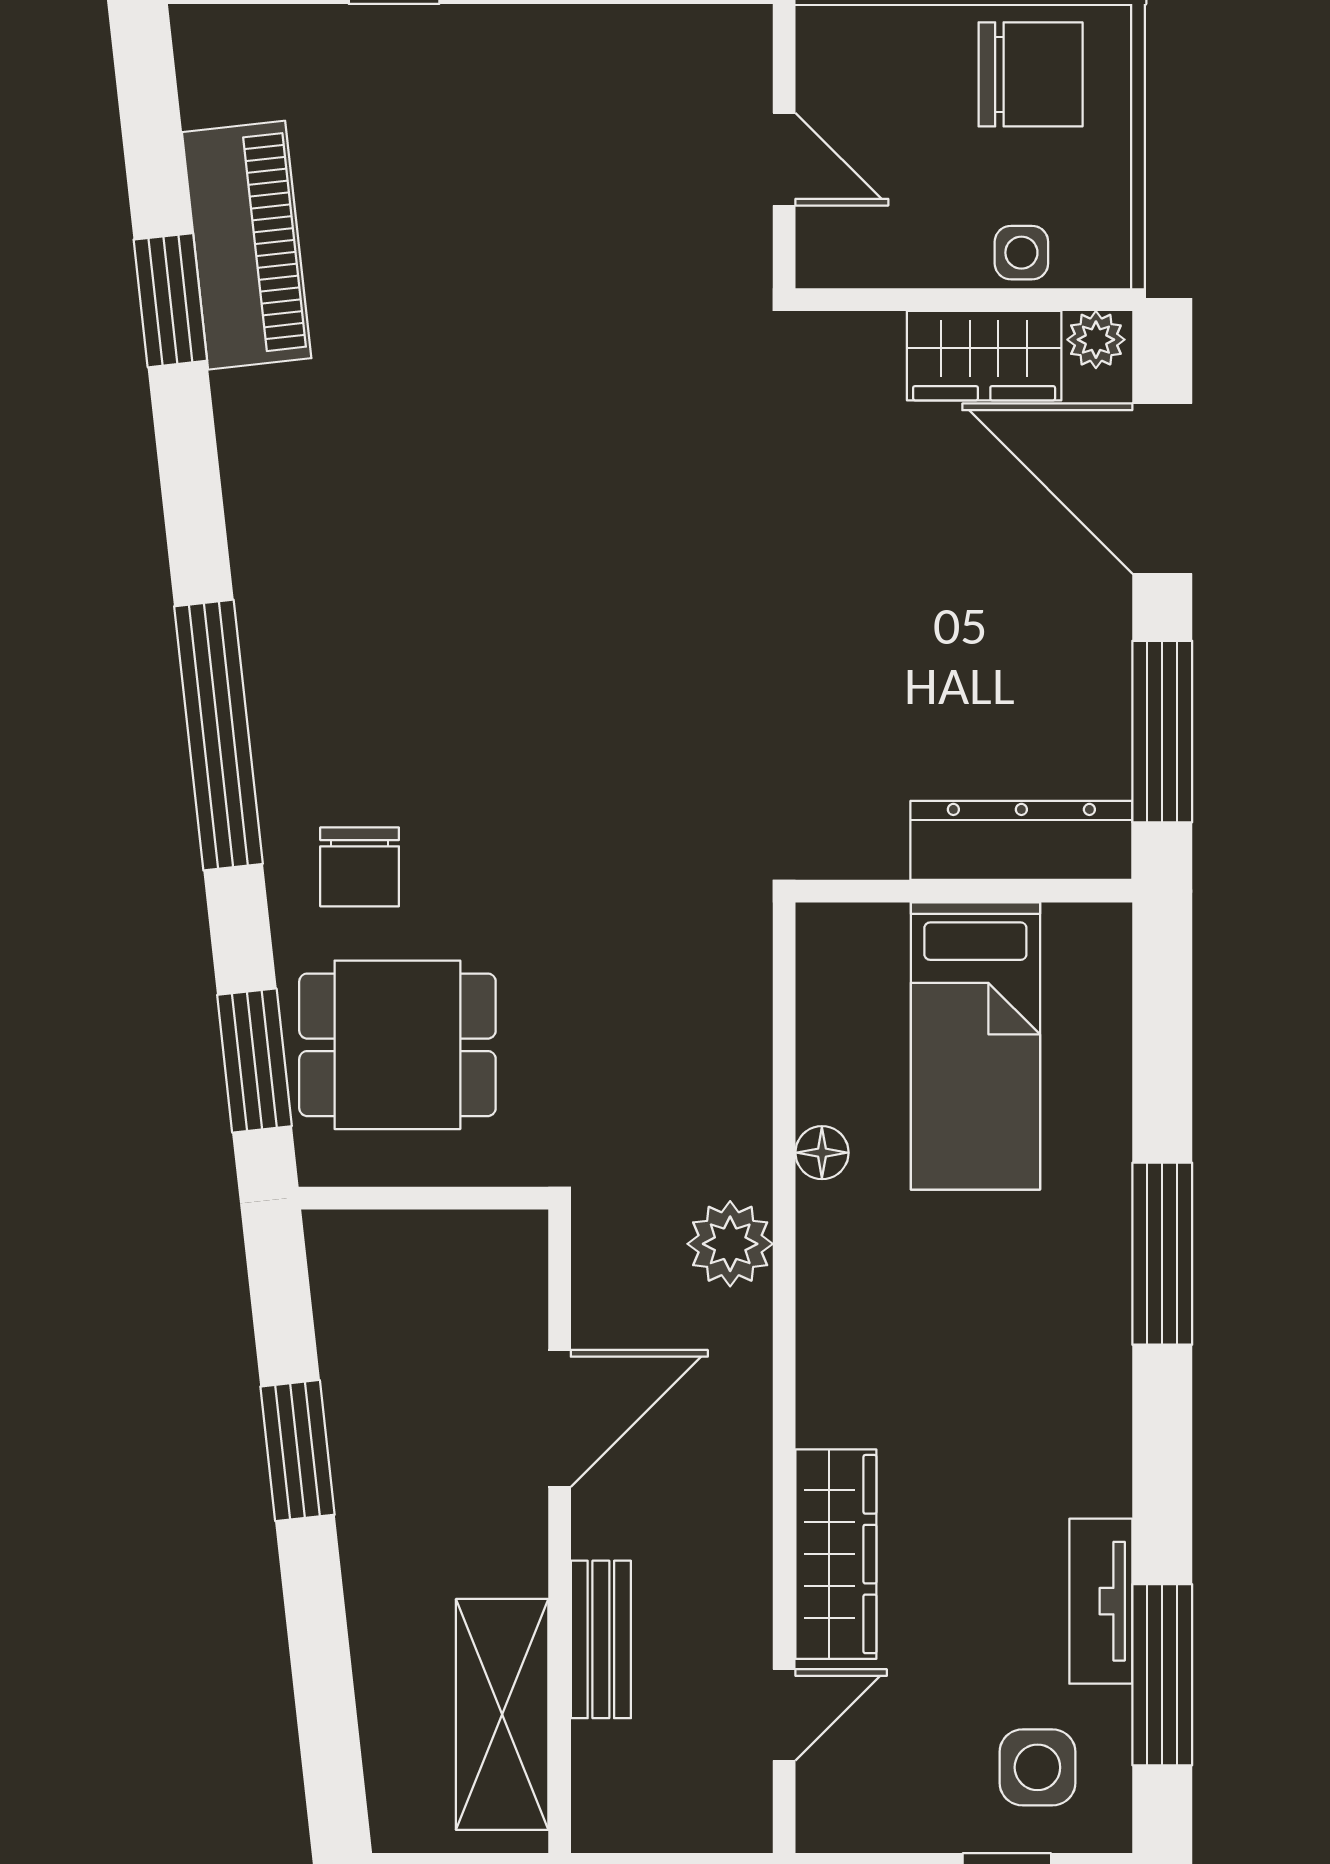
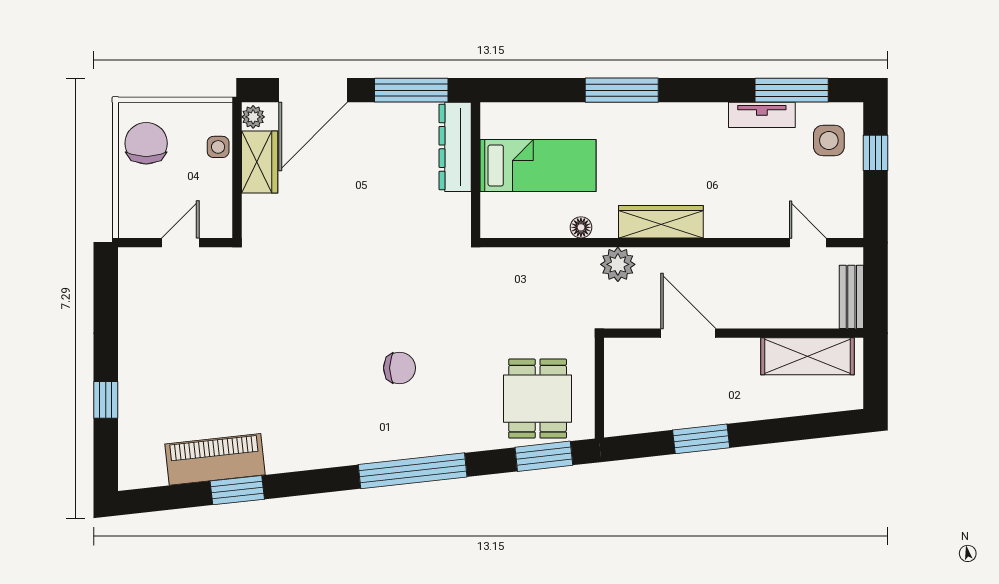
chair: (360, 867) -> (400, 368), moved
wardrobe: (836, 1554) -> (661, 222), moved
bench: (601, 1639) -> (851, 297), moved, turned 90

